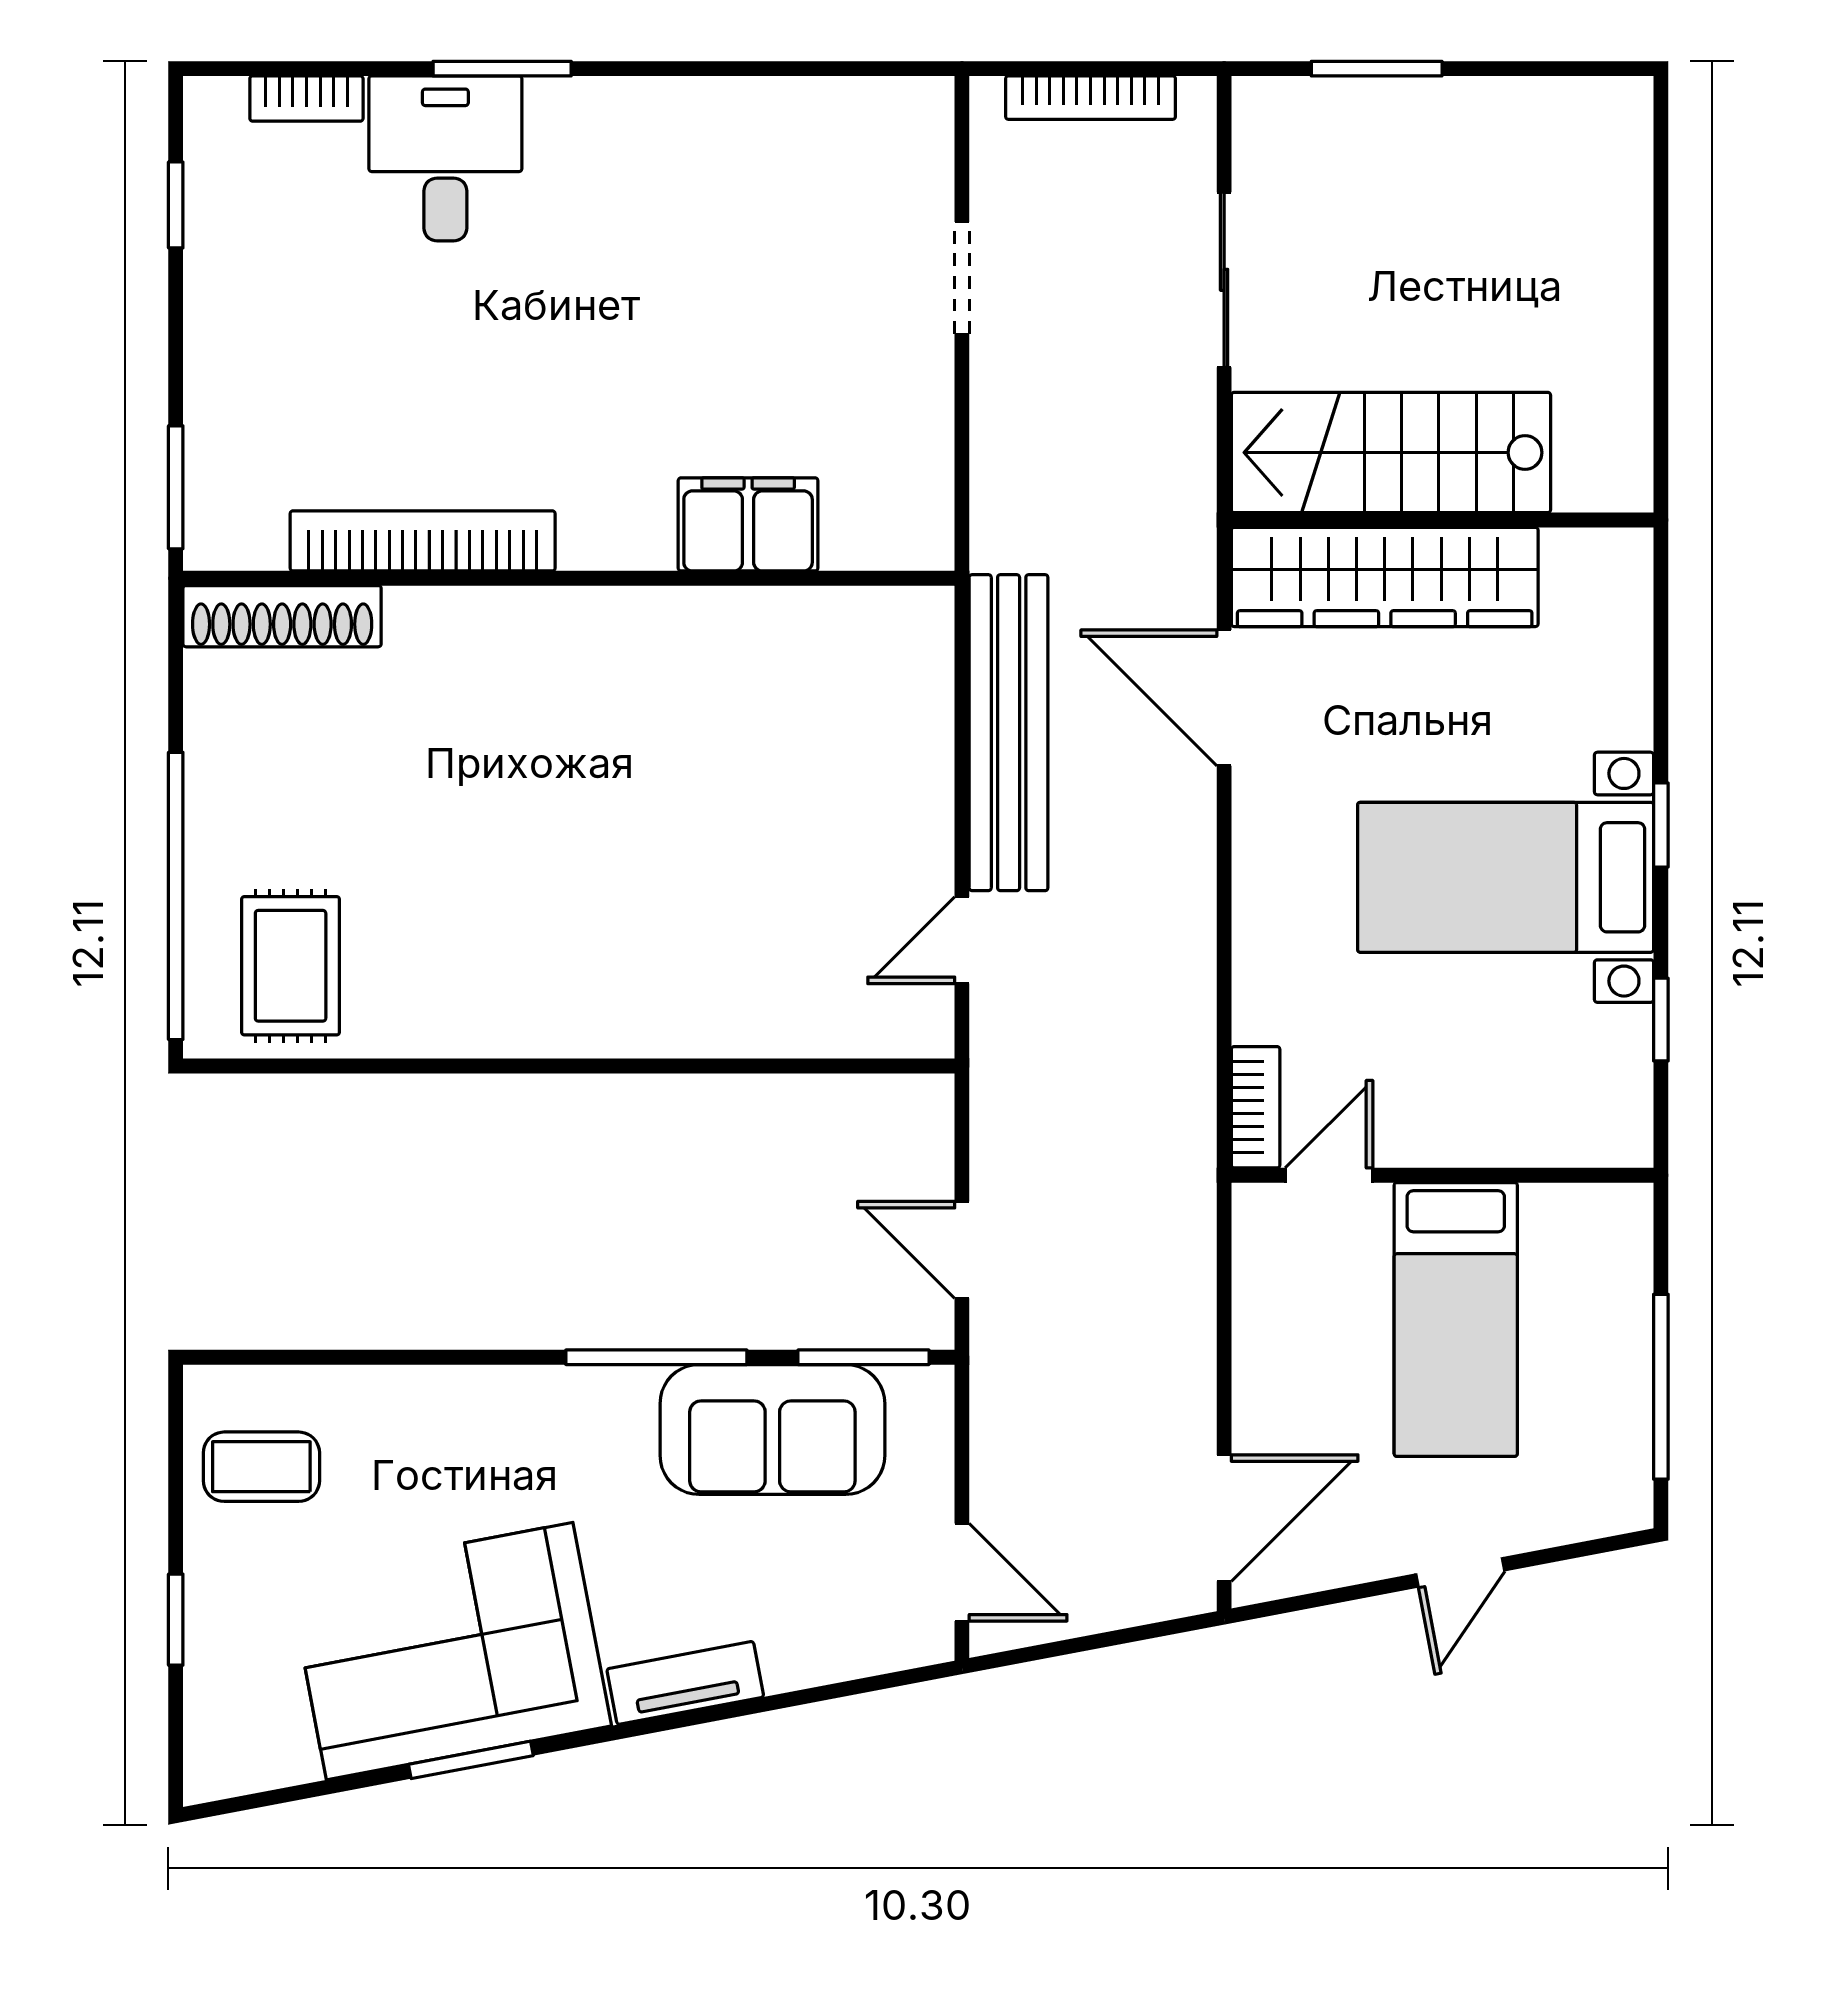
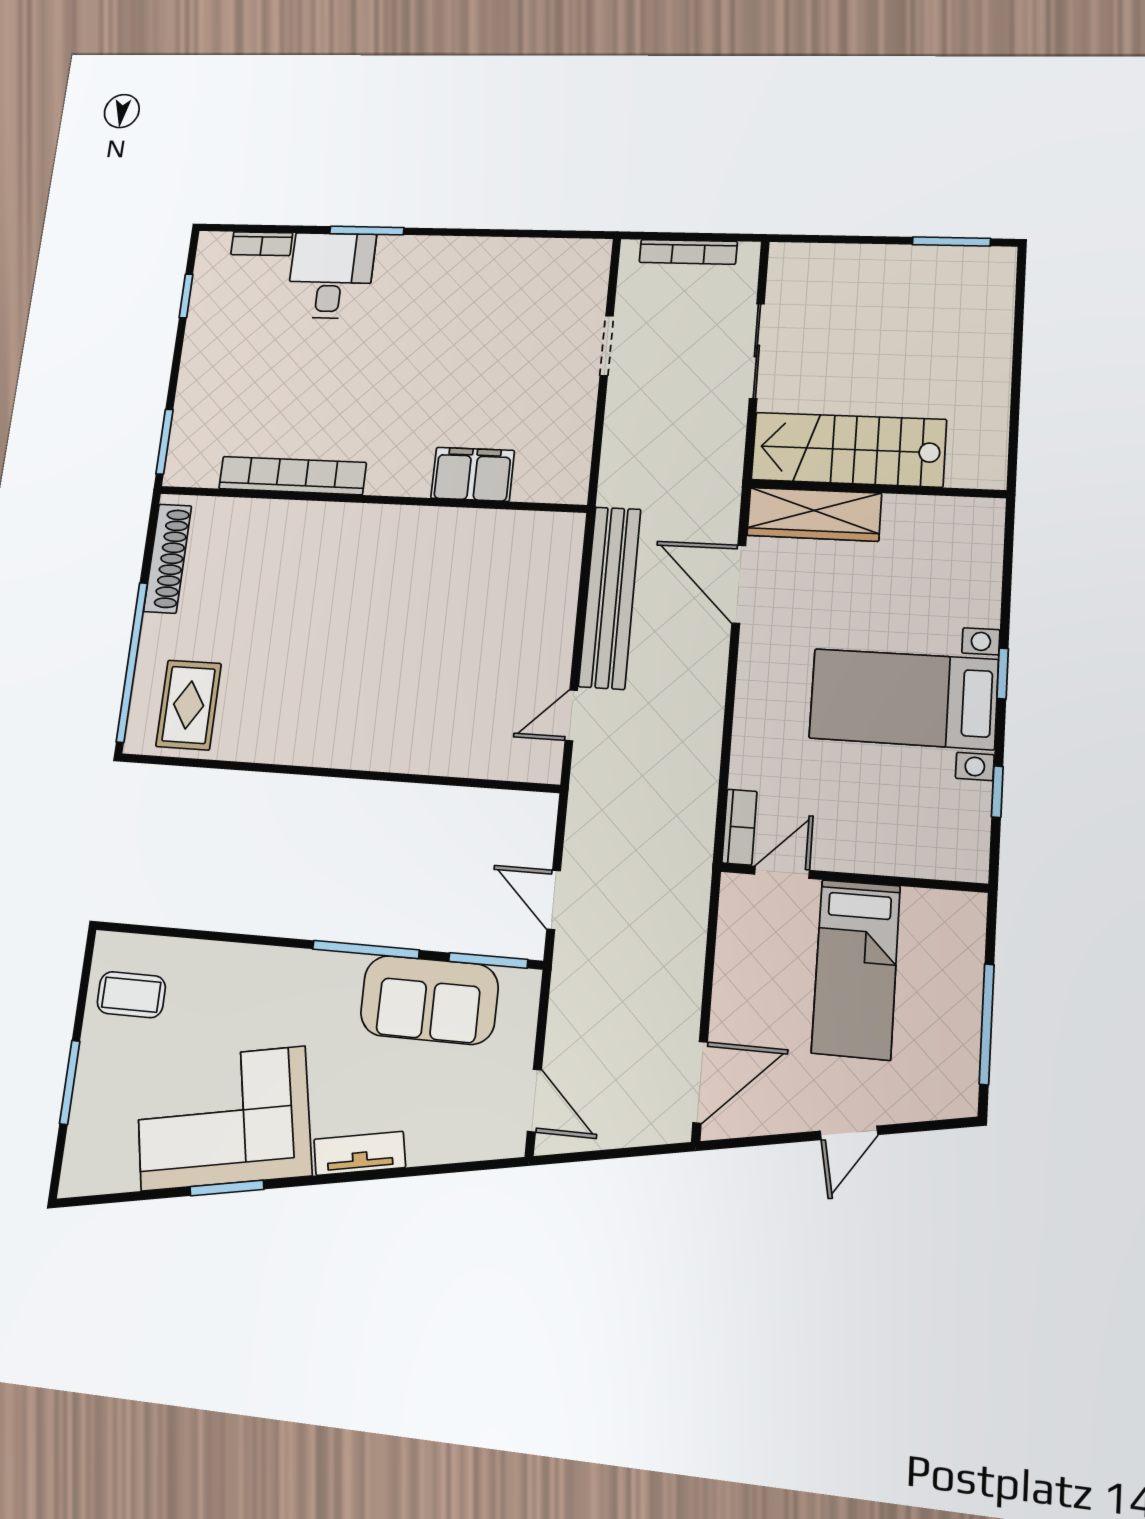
window: (1377, 69) -> (951, 242), moved
wardrobe: (1385, 577) -> (814, 514), width x0.71, depth x0.85
shoe rack: (282, 616) -> (168, 558), moved, turned -90
window: (176, 1620) -> (70, 1082), width x1.50

